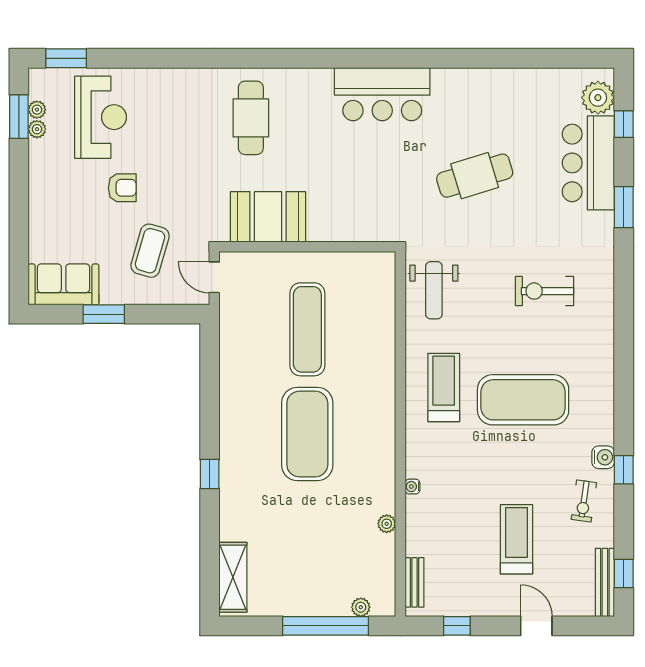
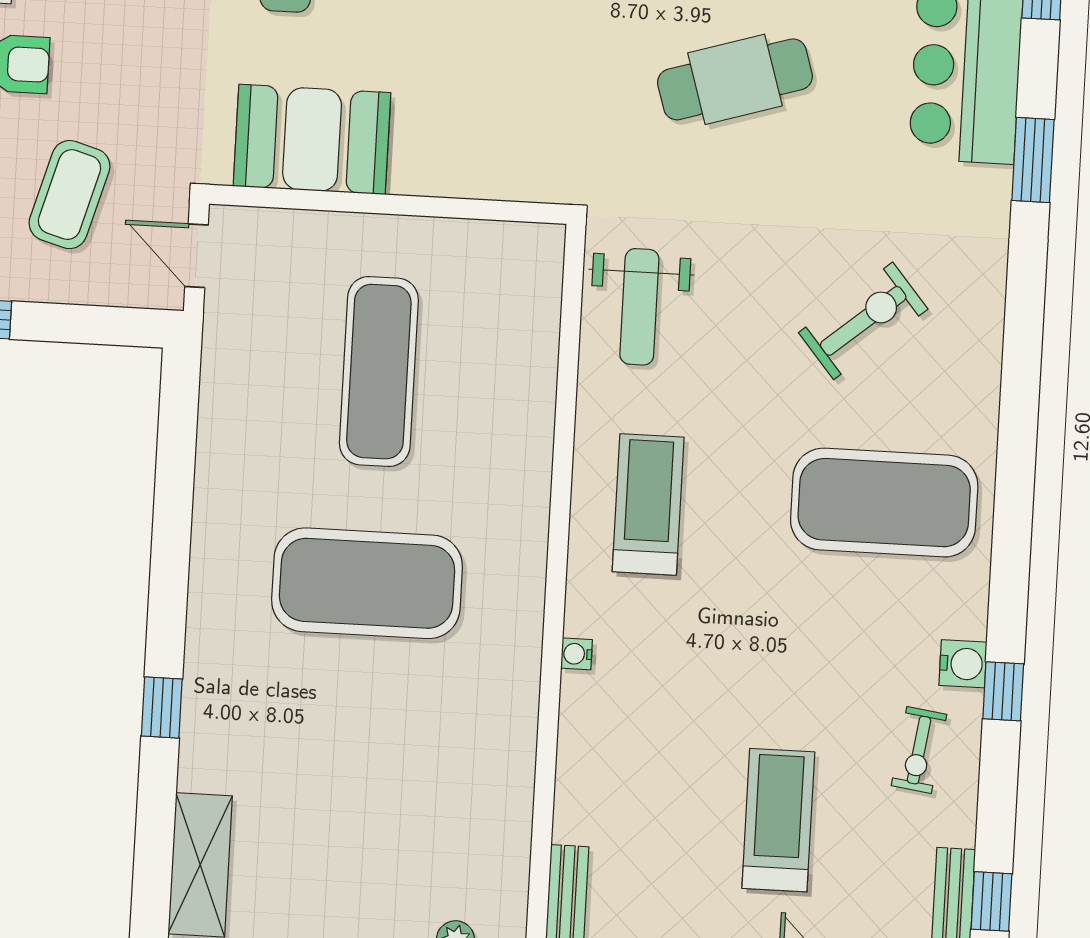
exercise bike: (545, 291) -> (863, 321), turned 140
exercise mat: (523, 400) -> (884, 503), moved
exercise mat: (307, 434) -> (367, 583), turned 90
window: (210, 474) -> (162, 707), moved
water cooler: (412, 487) -> (577, 654), moved
plant: (387, 524) -> (517, 774), removed

